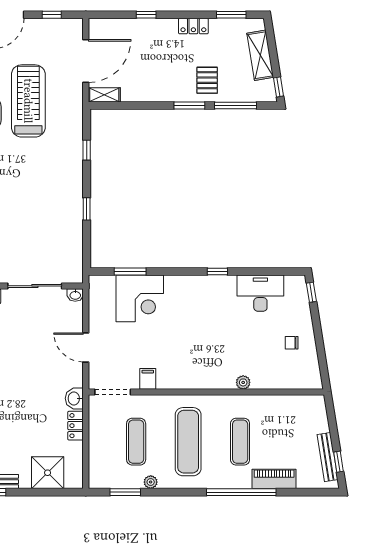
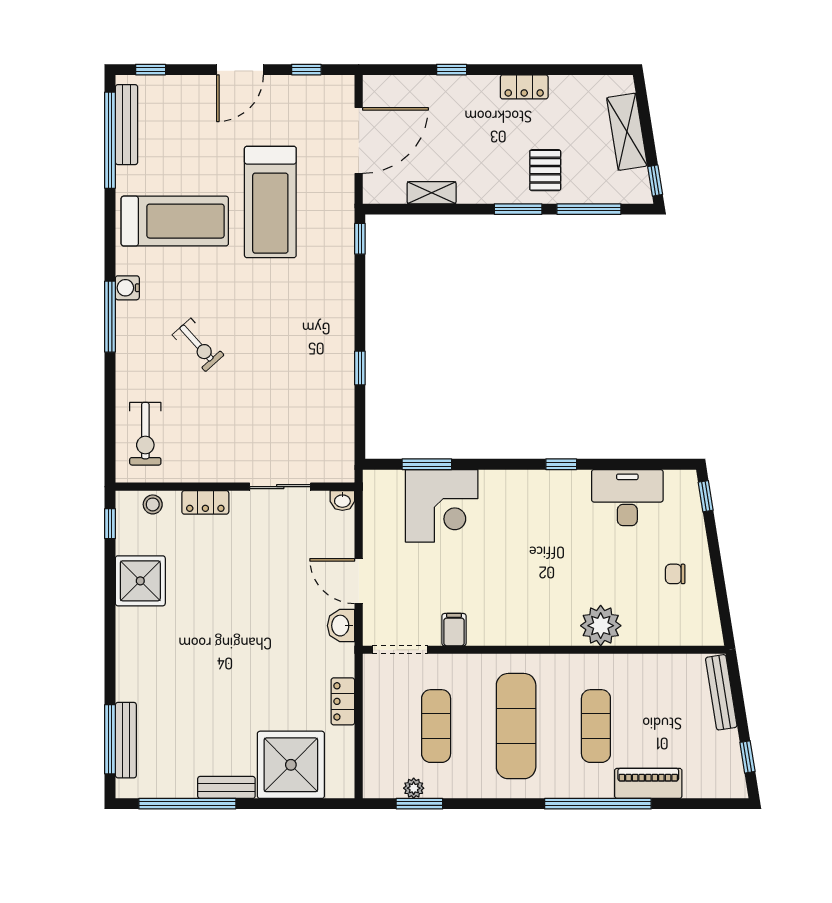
window: (231, 15) -> (582, 70), removed
shelving: (104, 95) -> (432, 193), moved
treadmill: (28, 101) -> (270, 202), turned 180
window: (87, 150) -> (360, 239), moved
sliding door: (35, 286) -> (280, 487), width x0.73
plant: (243, 382) -> (601, 626), width x1.87, depth x1.87
washbasin: (74, 398) -> (341, 626), moved
bench: (328, 457) -> (721, 692), moved
shower: (48, 473) -> (291, 765), width x1.37, depth x1.37
plant: (151, 482) -> (414, 788), moved

